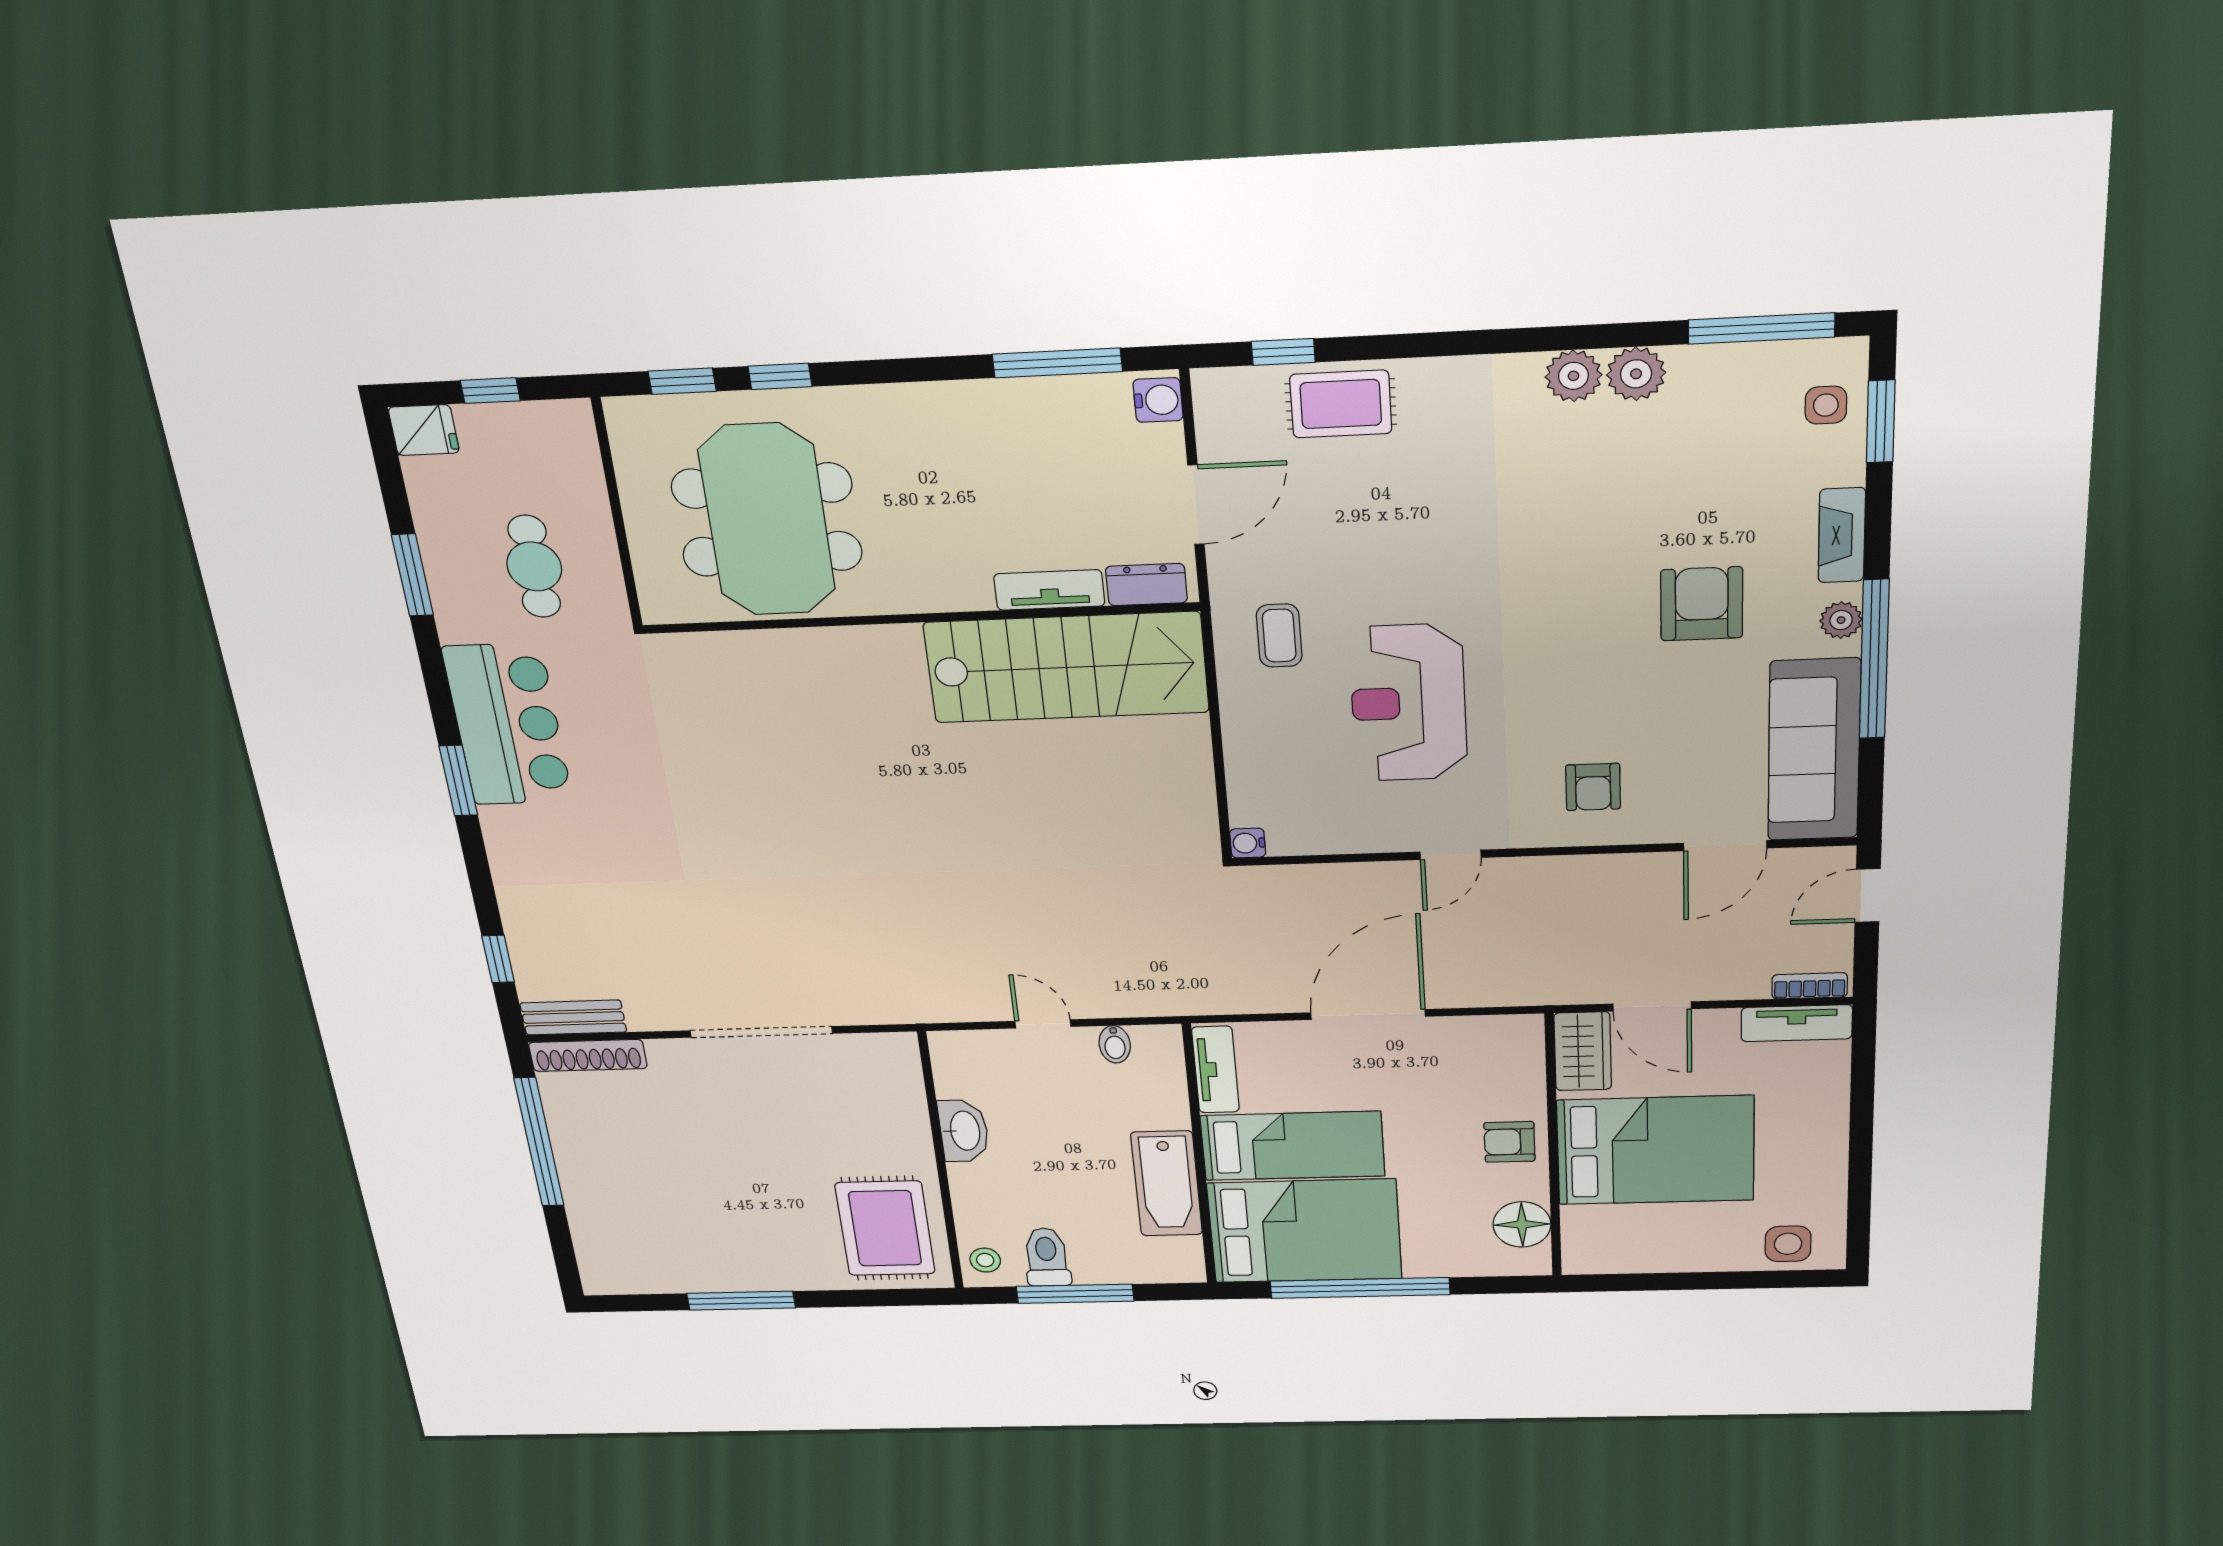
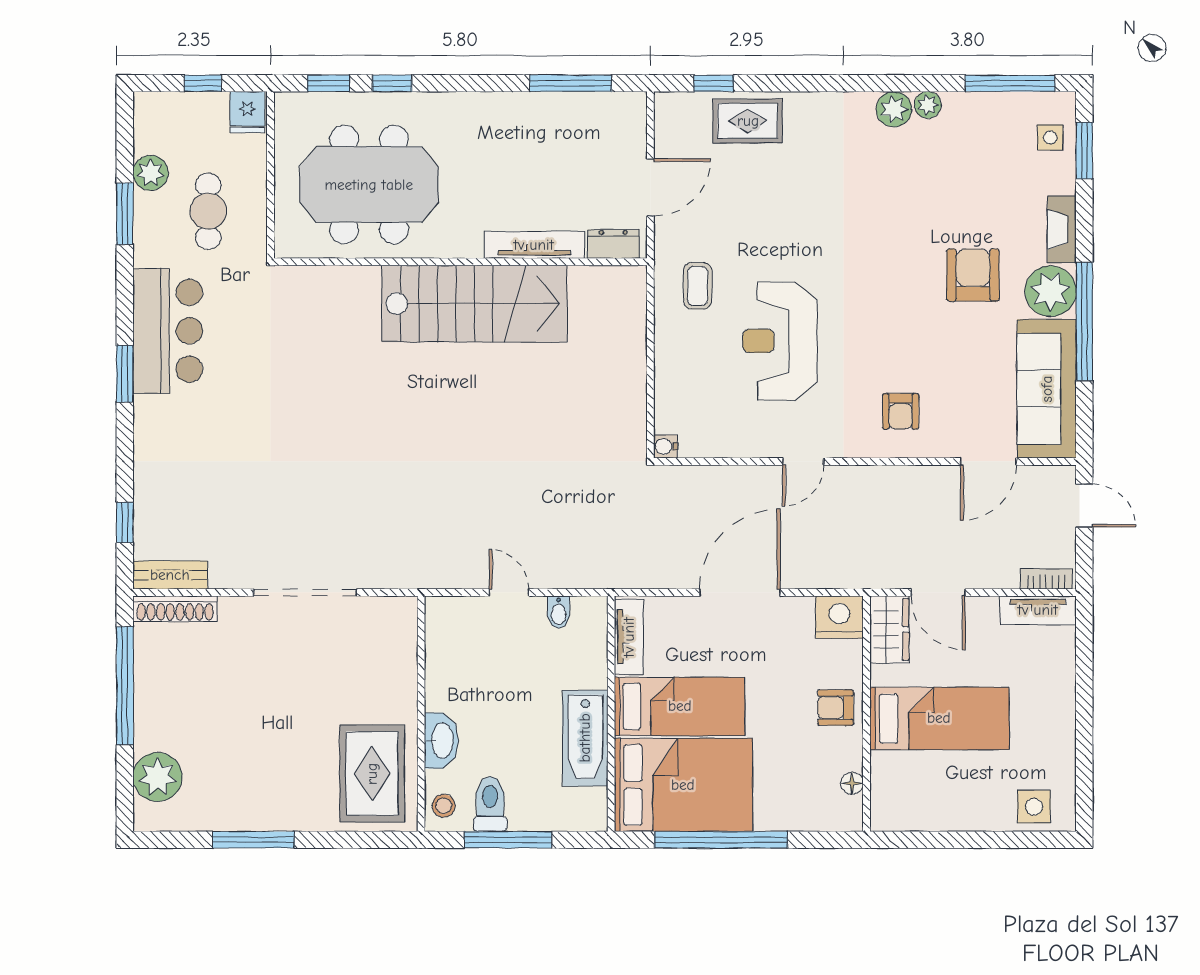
plant: (1636, 374) -> (928, 105), width x0.73, depth x0.73
water cooler: (1158, 400) -> (632, 112), removed
fridge: (424, 430) -> (247, 112), moved, turned 90
plant: (438, 519) -> (151, 173), added
meeting table: (767, 520) -> (369, 185), turned 90
tv unit: (1049, 590) -> (534, 245), width x1.41
plant: (1841, 620) -> (1050, 291), width x1.88, depth x1.88
stairs: (1067, 667) -> (474, 304), moved
door: (1868, 896) -> (1084, 506), swing flipped
nightstand: (1511, 1039) -> (839, 617), added
washbasin: (964, 1131) -> (441, 741), moved
bed: (1656, 1150) -> (939, 718), width x0.67
floor lamp: (1522, 1224) -> (852, 783), width x0.53, depth x0.53
plant: (603, 1238) -> (158, 777), added

